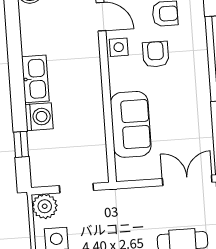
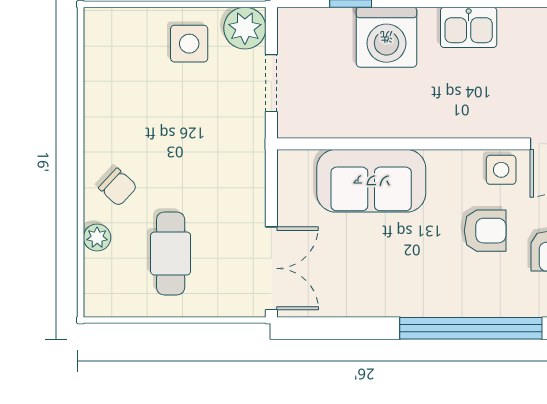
kitchen sink: (35, 79) -> (469, 27), width x0.73
washing machine: (39, 117) -> (386, 37), width x1.37, depth x1.37

